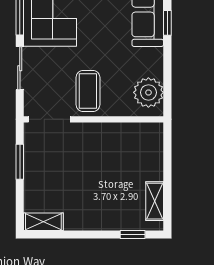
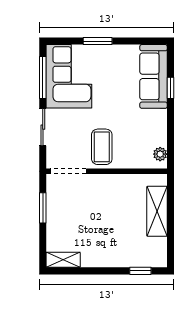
plant: (148, 92) -> (160, 154), width x0.53, depth x0.53
shelving: (155, 201) -> (157, 211), moved, width x1.50, depth x1.33

